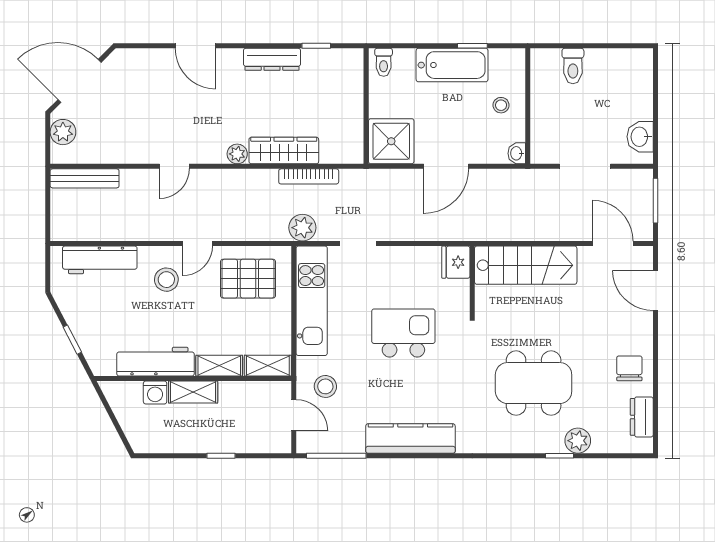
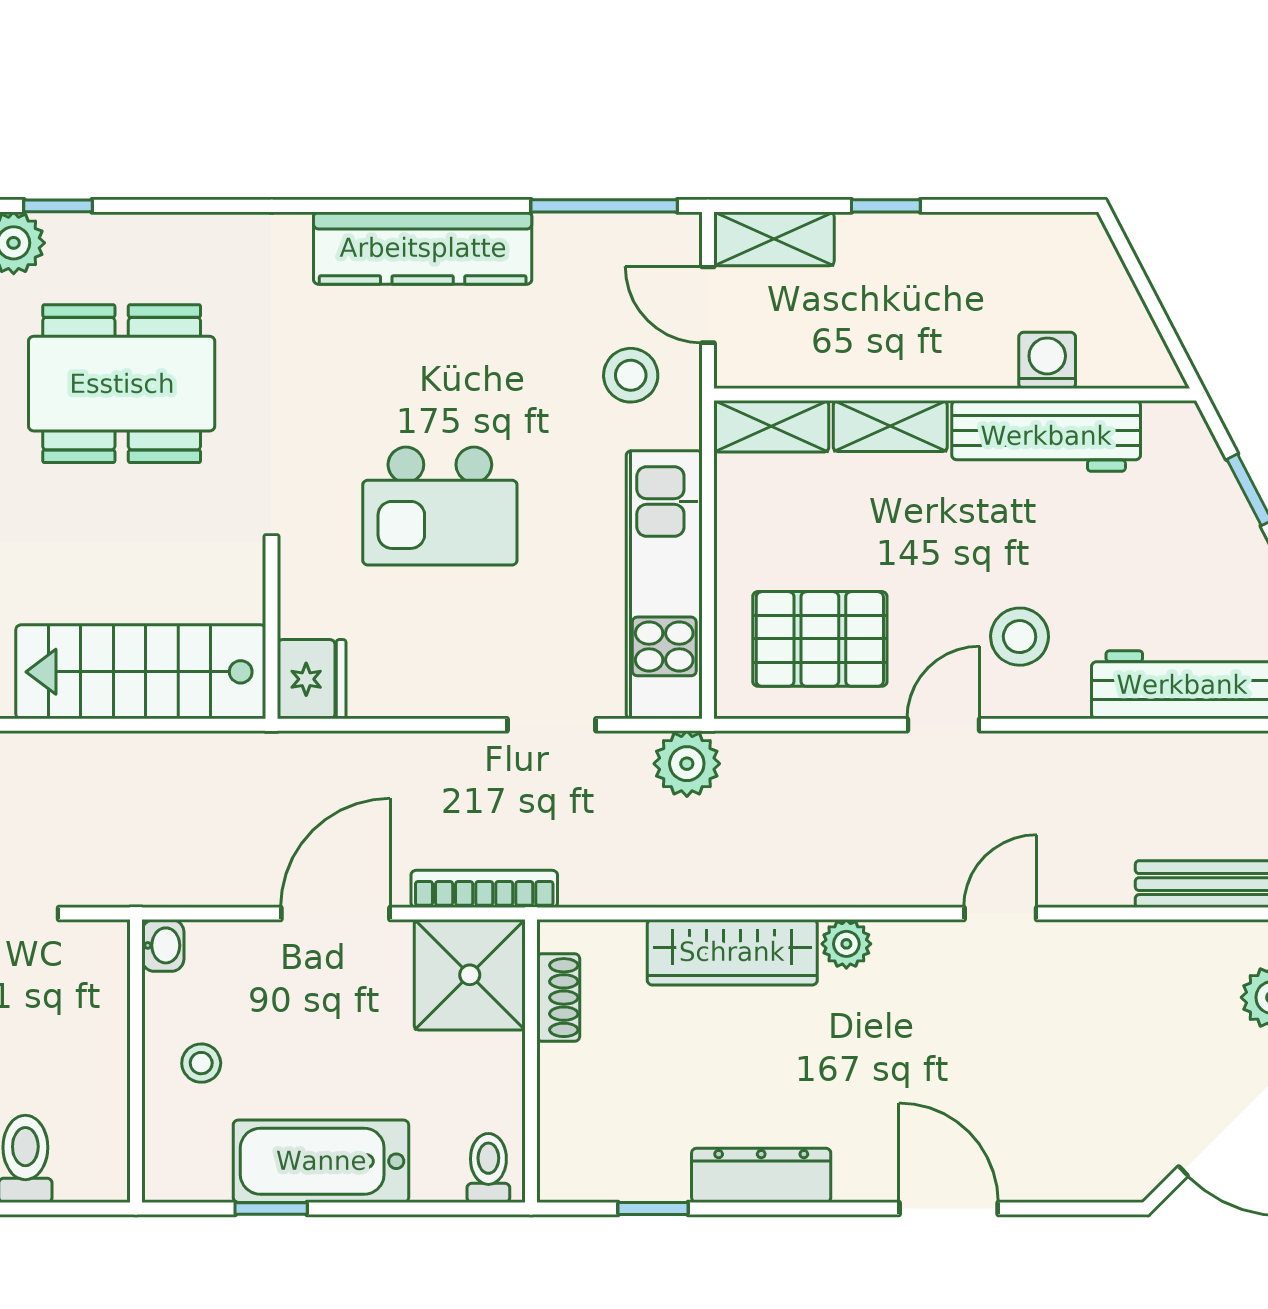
shoe rack: (355, 132) -> (558, 998), added
bookcase: (309, 176) -> (484, 889), moved
shelving: (193, 392) -> (774, 239), moved

